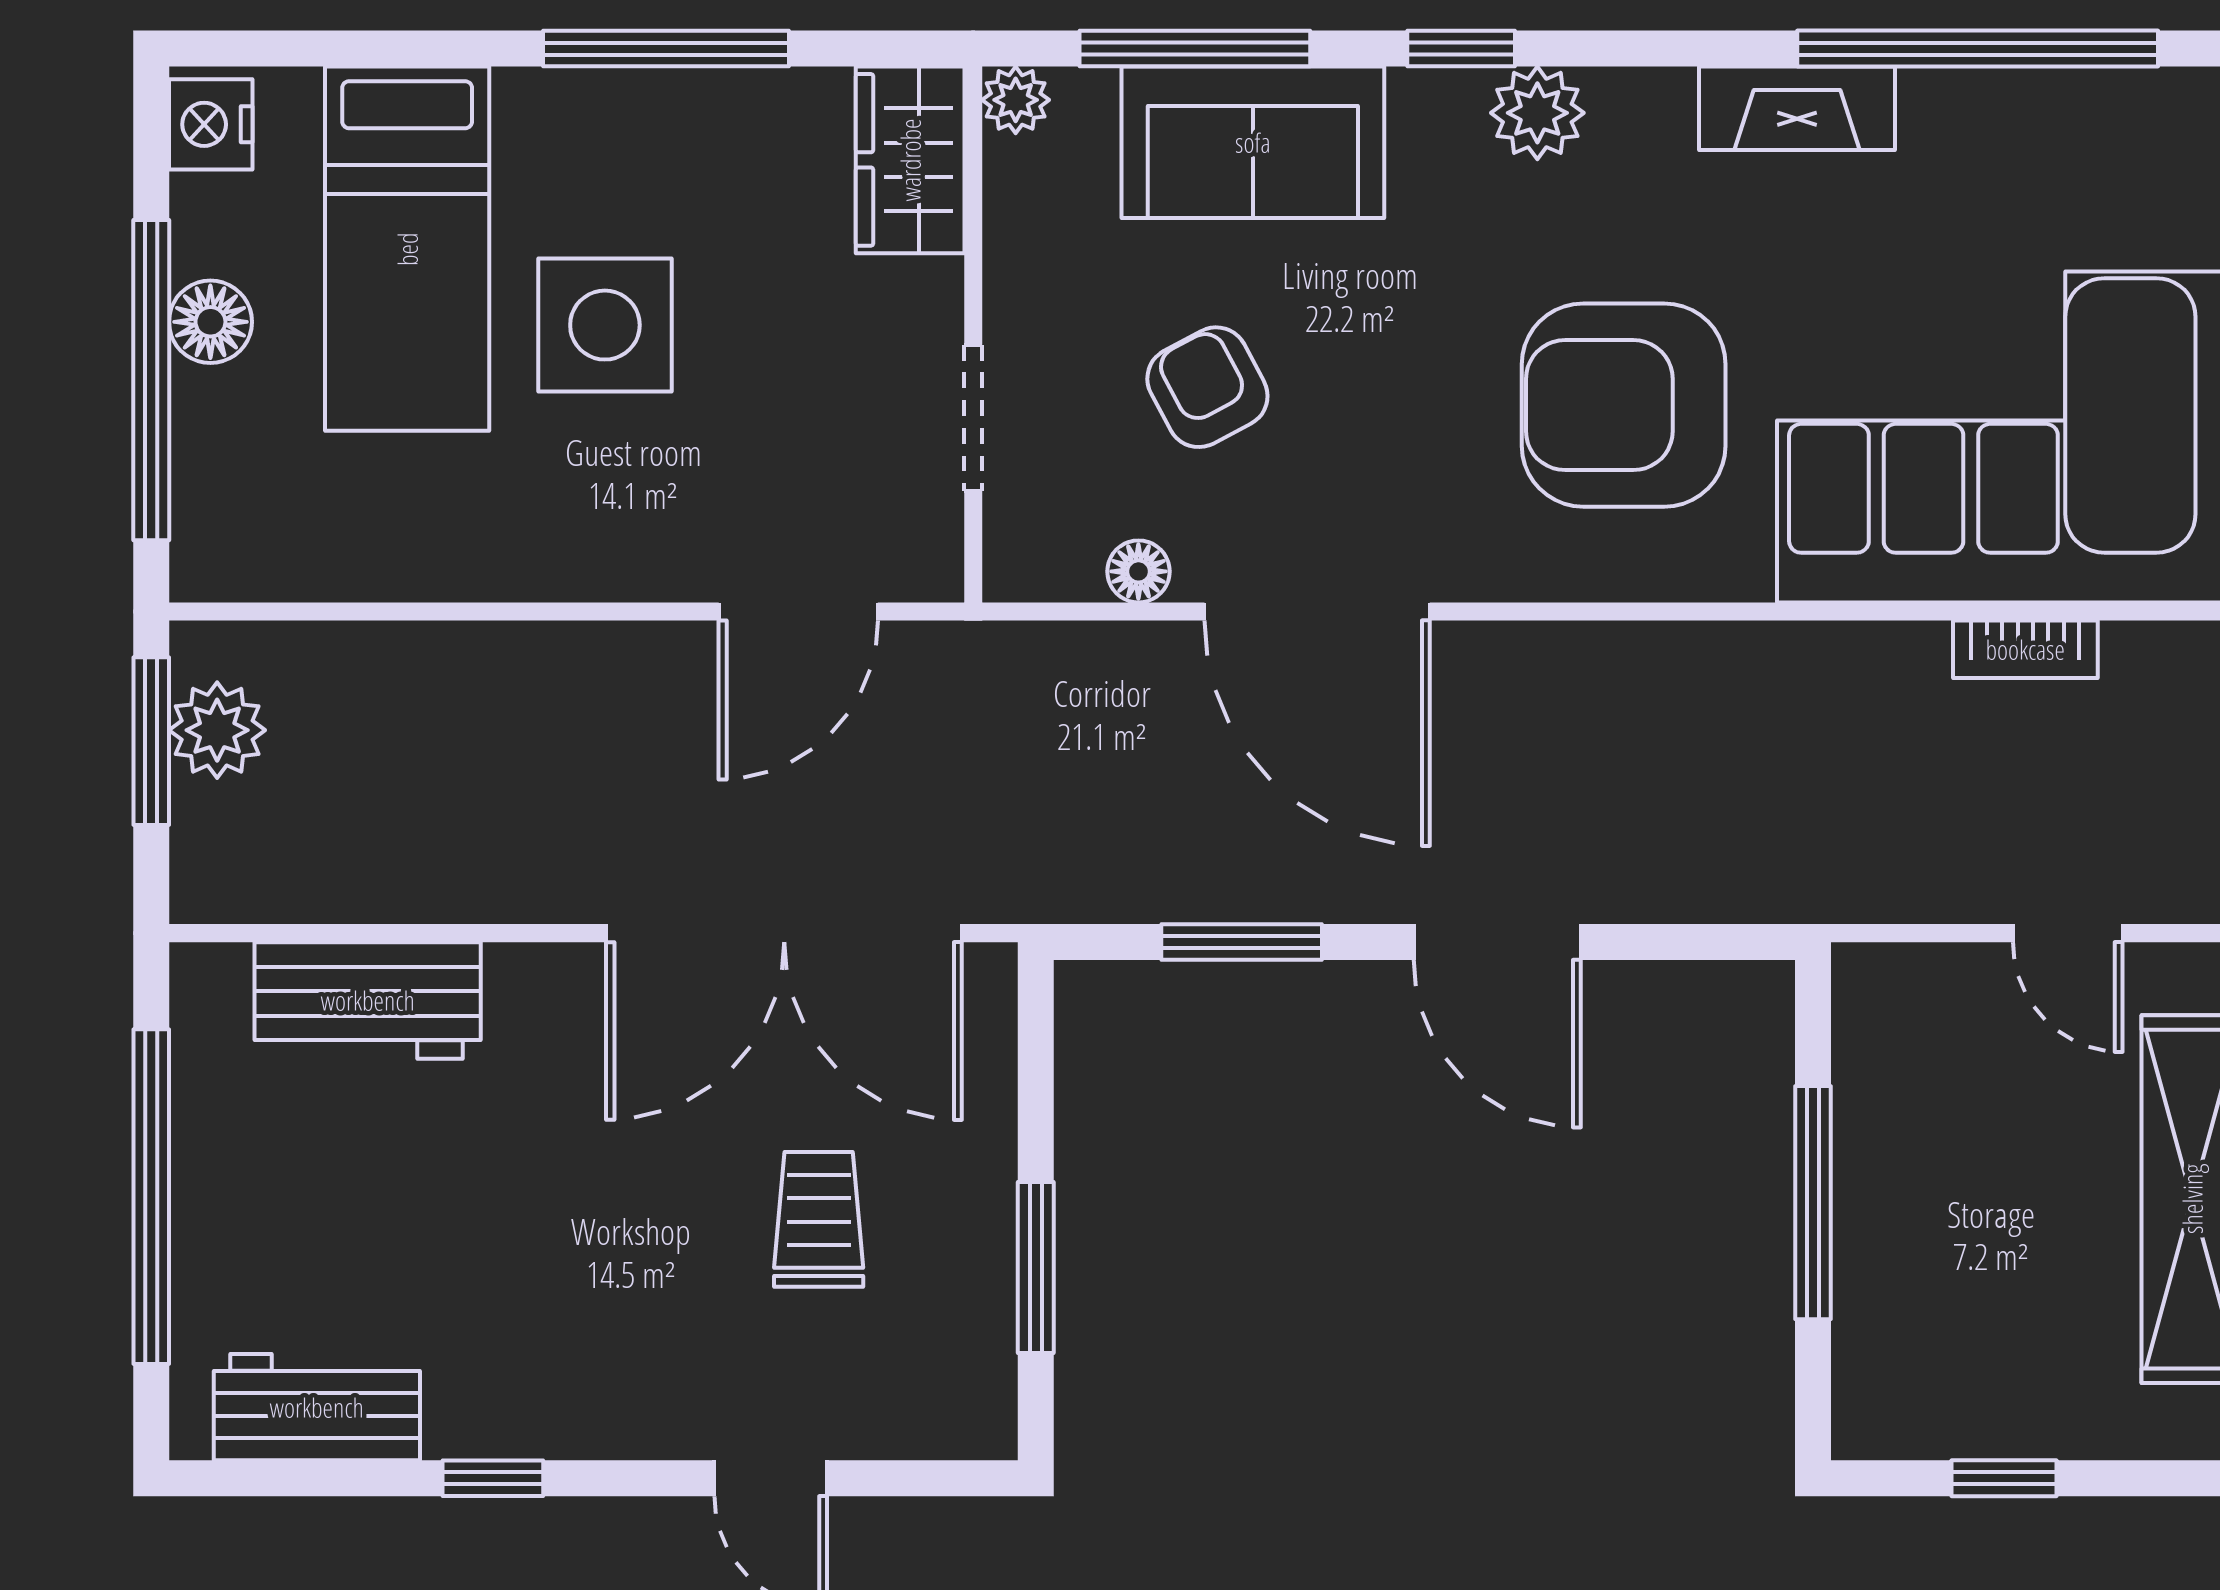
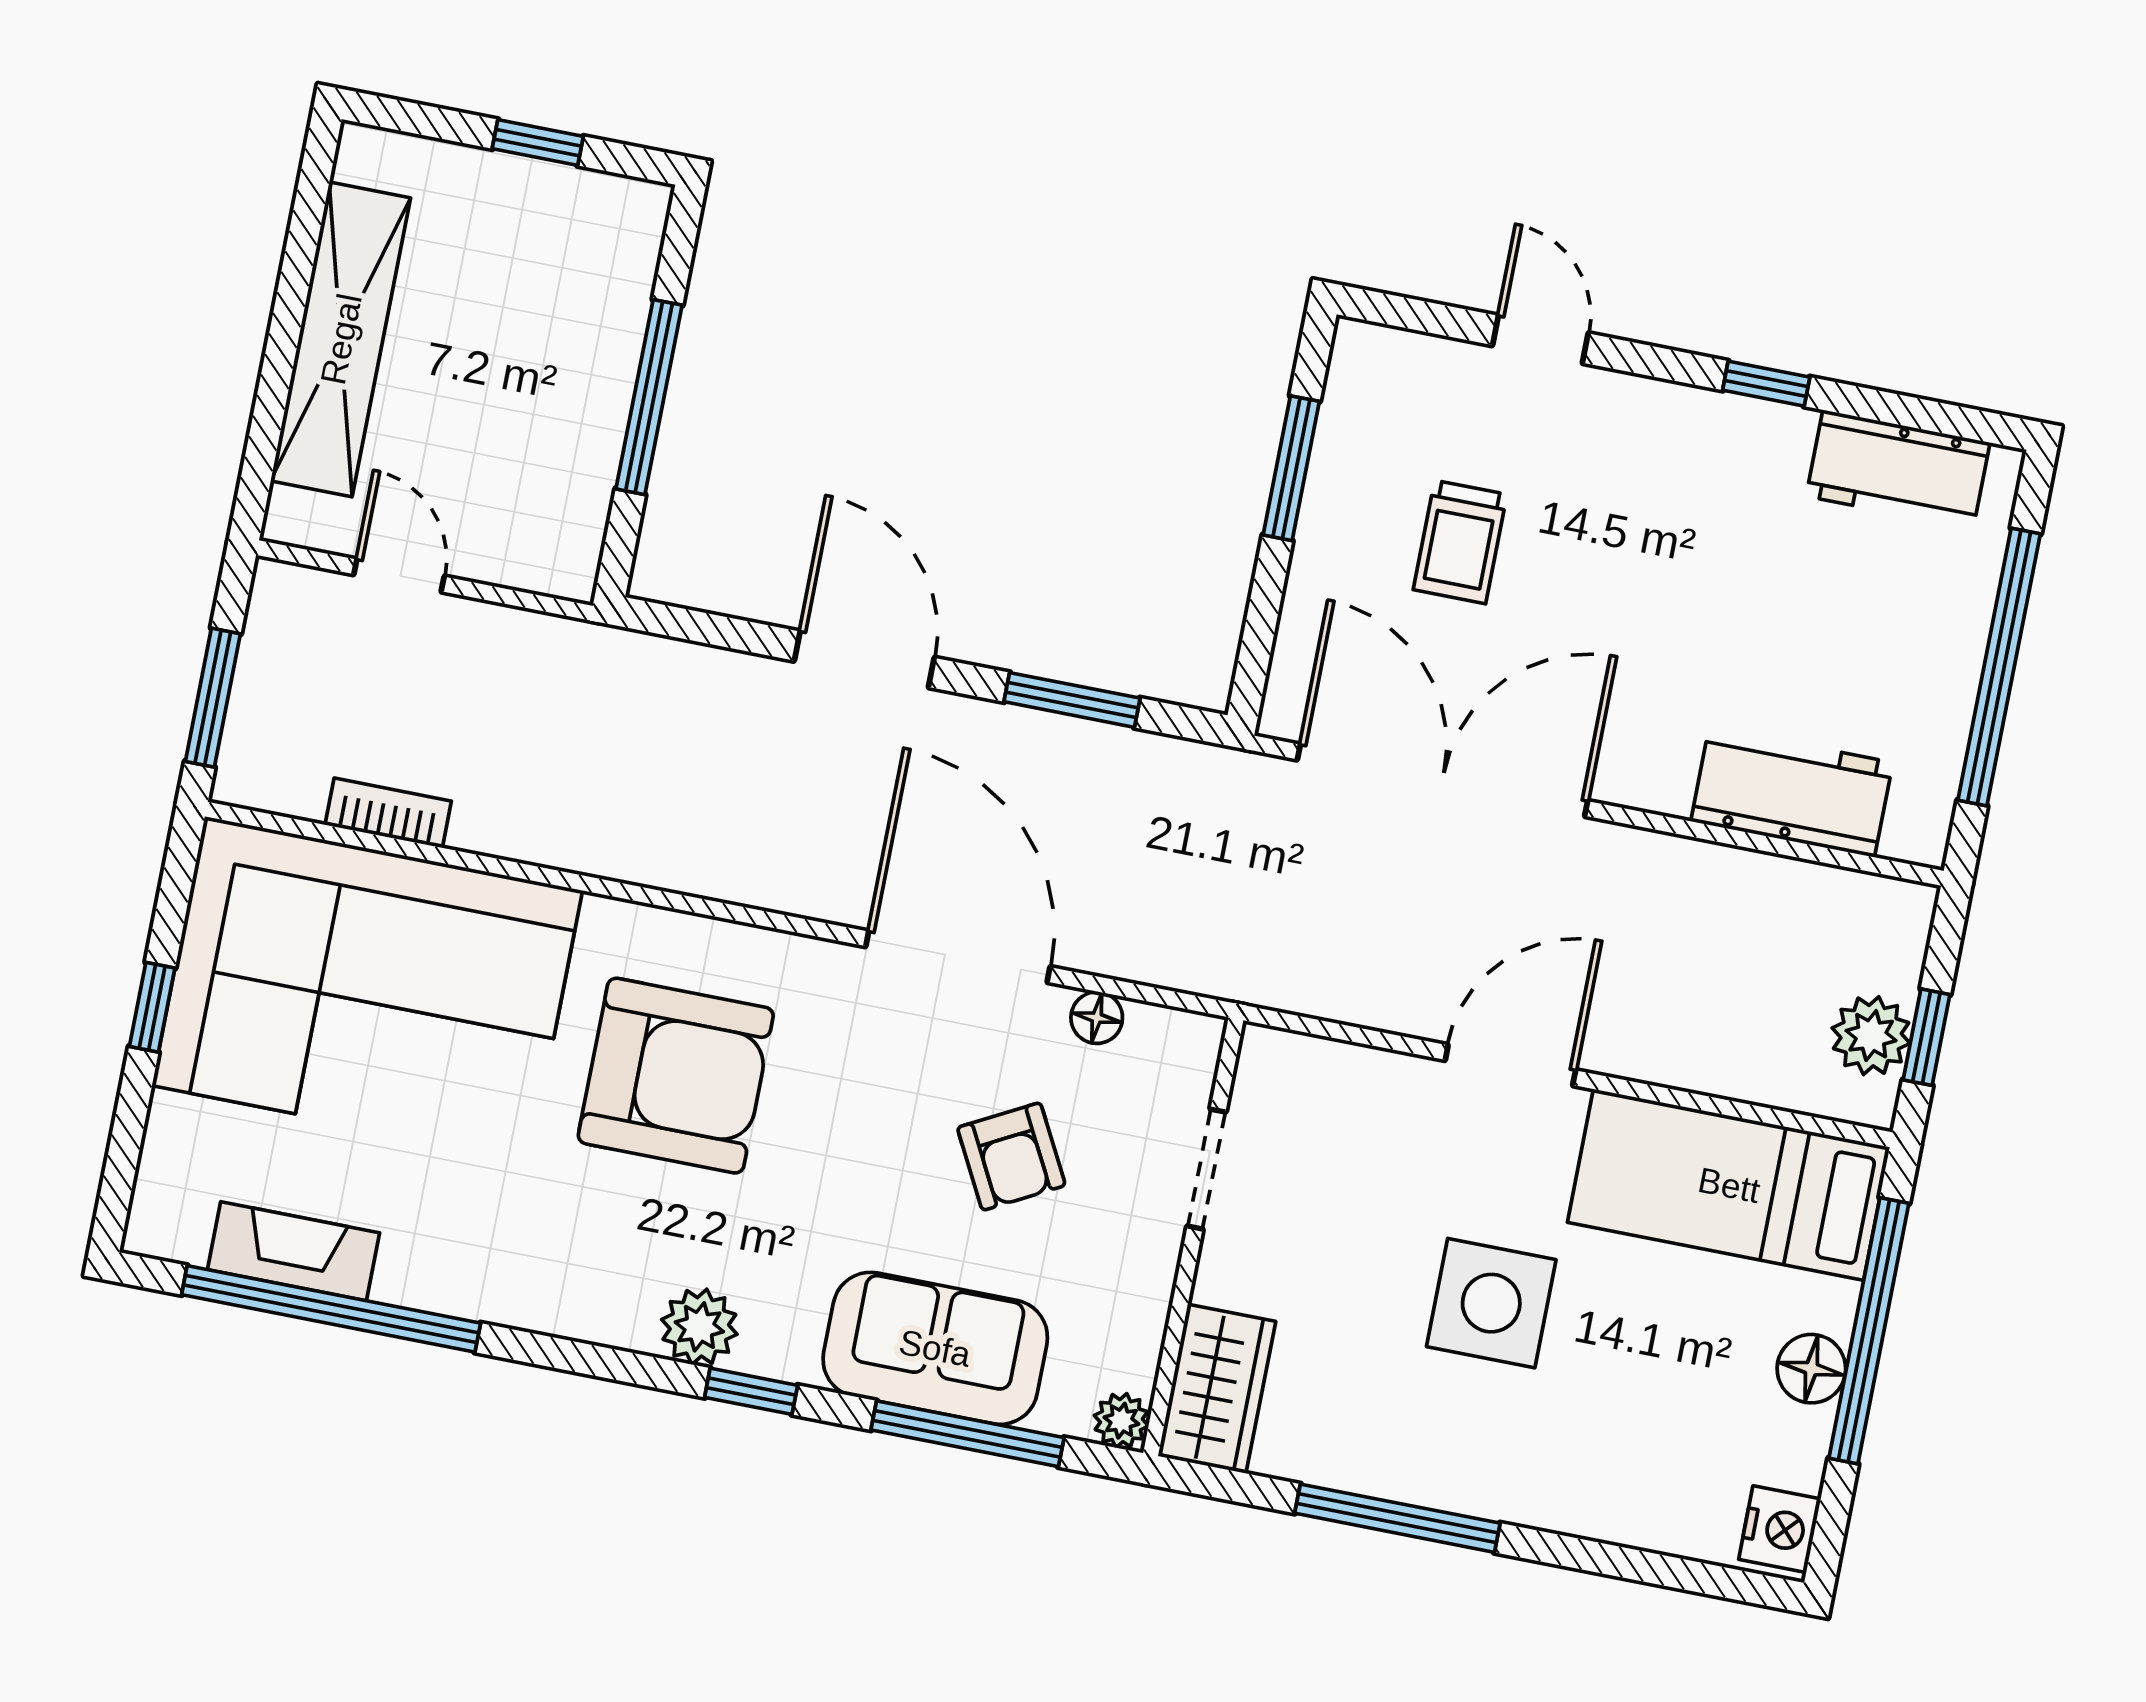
fireplace: (1797, 108) -> (294, 1251), moved
bed: (407, 249) -> (1729, 1185), moved, turned -90
door: (798, 611) -> (1510, 1065), moved
window: (151, 741) -> (1926, 1037), width x0.67

